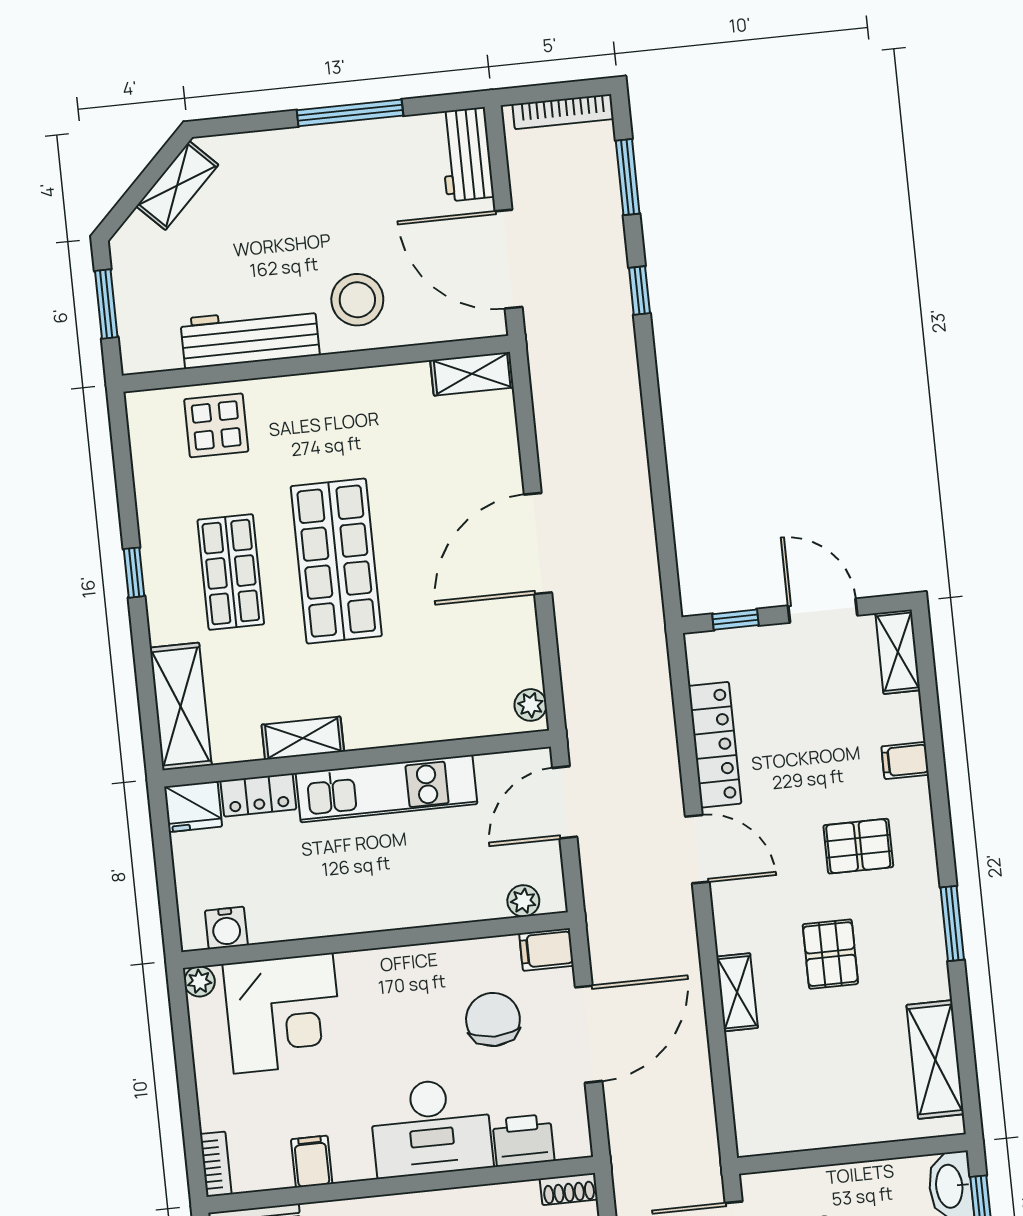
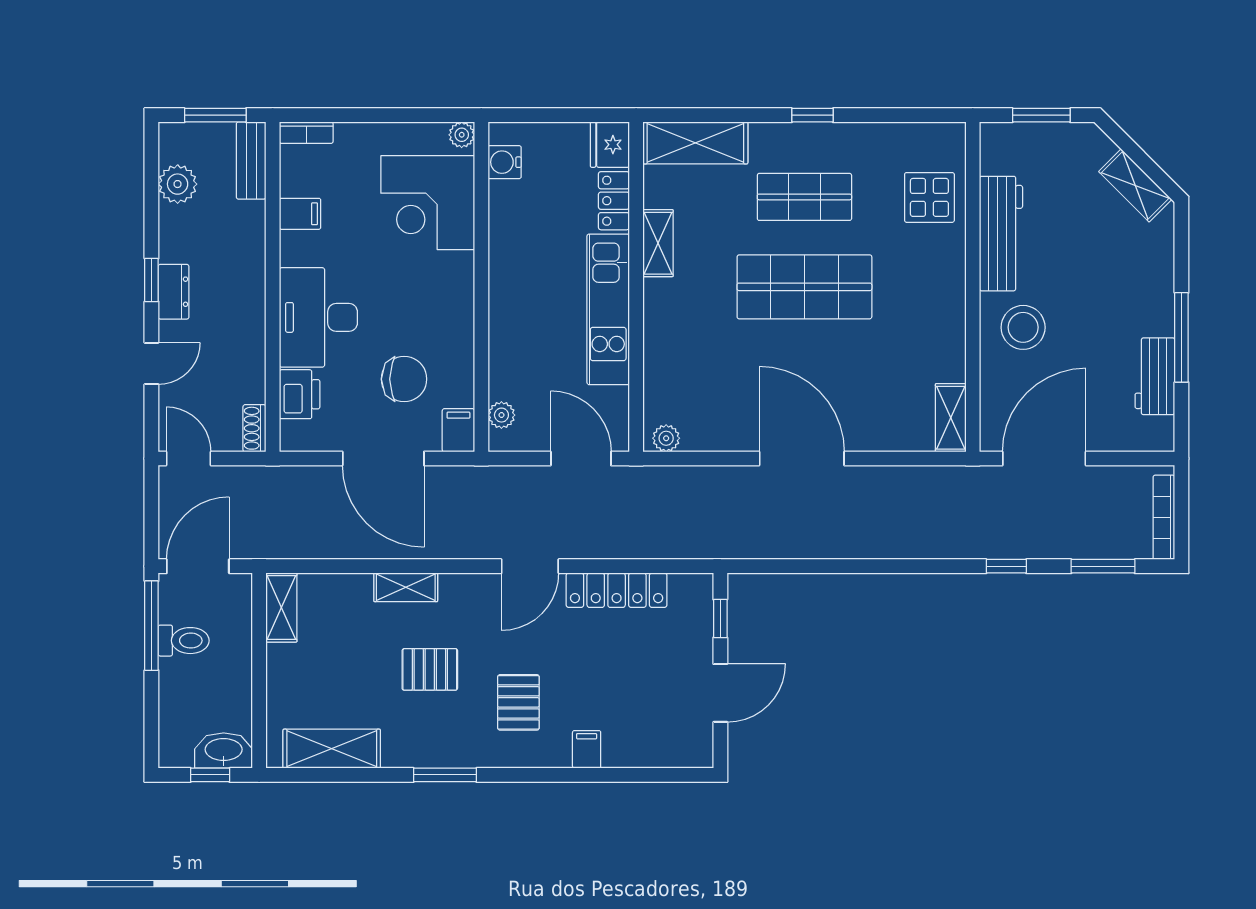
workbench: (466, 154) -> (1155, 376), moved, turned -90
shelving: (898, 652) -> (281, 608), moved, turned 90

